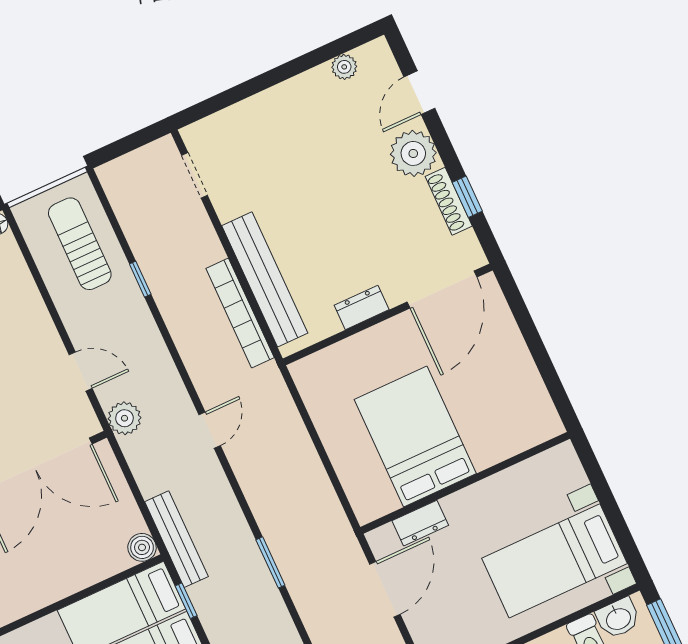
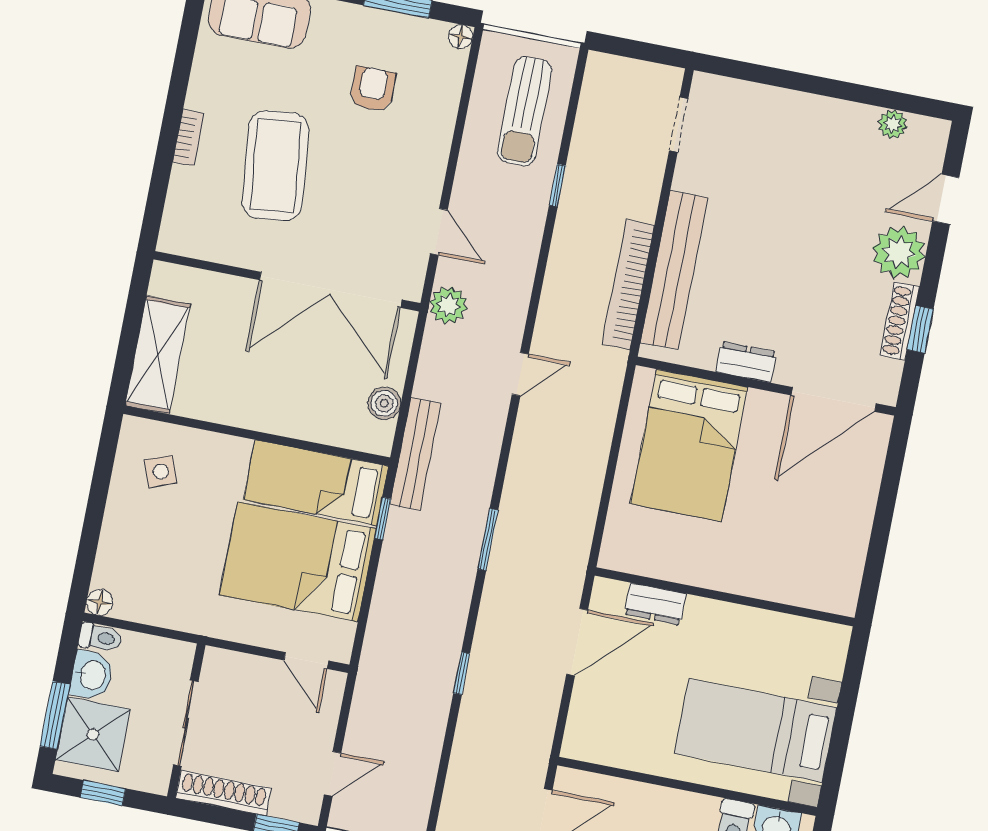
sun lounger: (80, 244) -> (525, 111), turned 180
bed: (415, 437) -> (689, 445), moved, turned 180
boiler: (142, 547) -> (384, 403), moved

